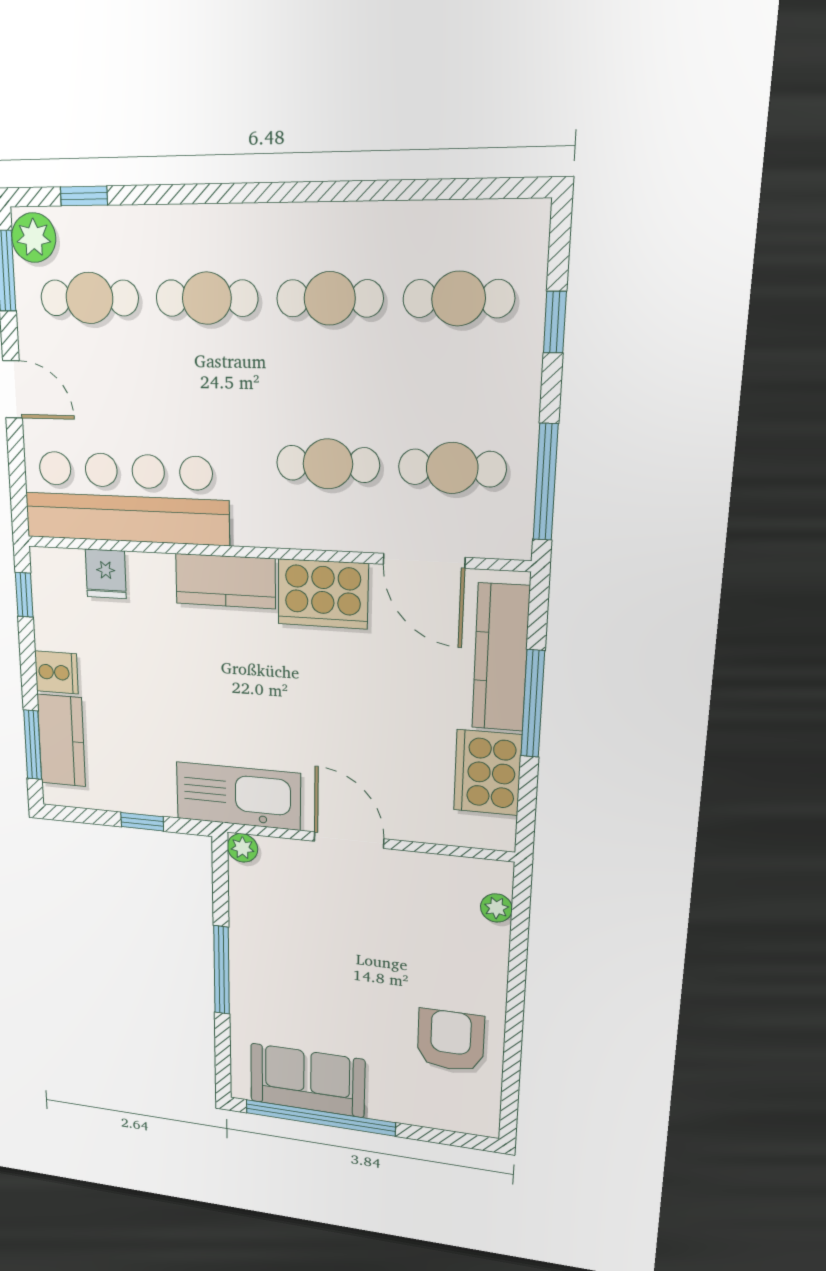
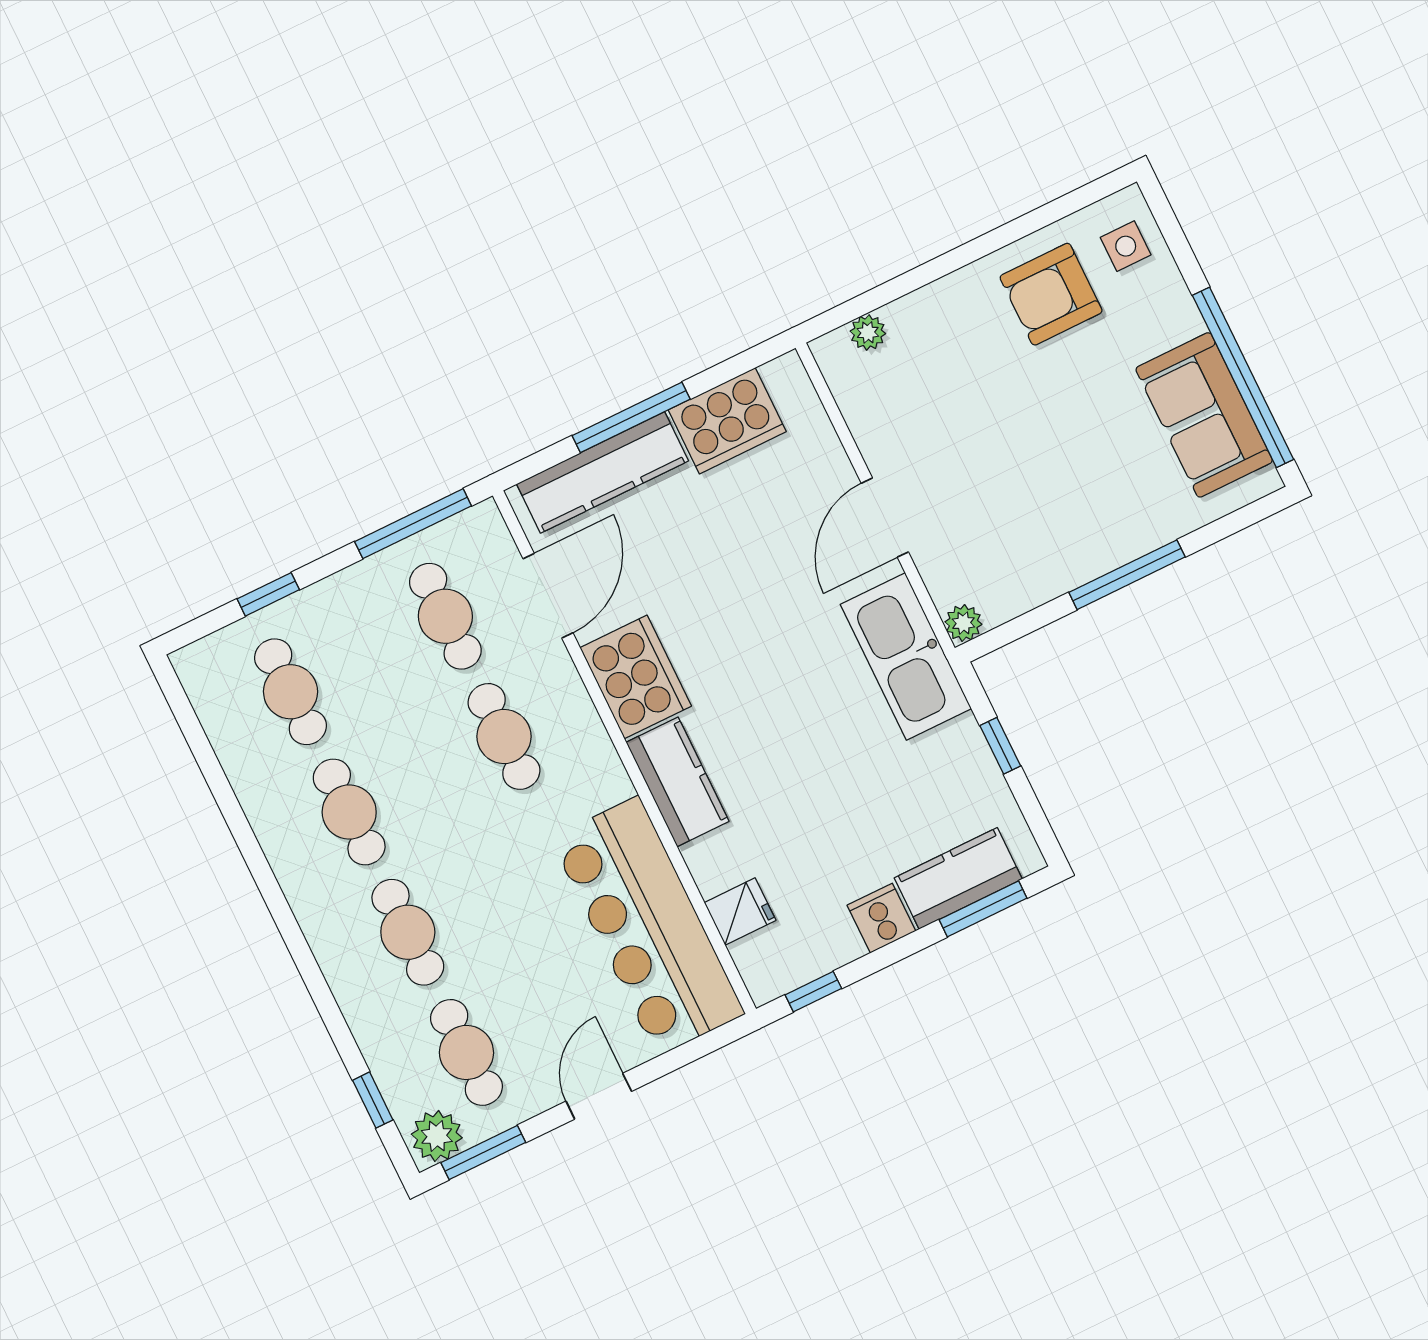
side table: (456, 1105) -> (1126, 246), added

